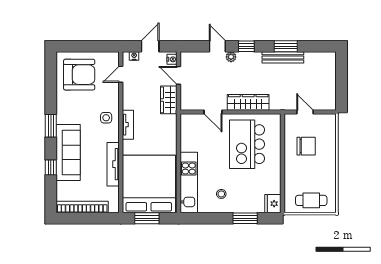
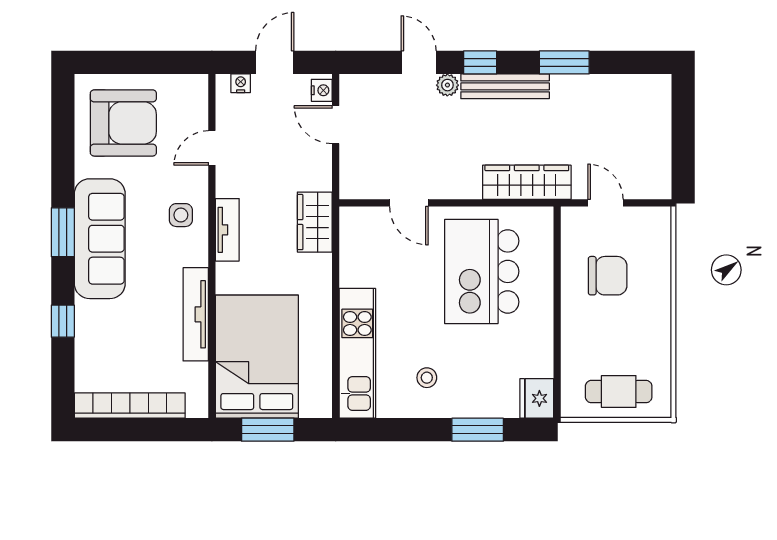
bench: (283, 57) -> (505, 86), moved
door: (121, 74) -> (212, 148), moved
wardrobe: (169, 100) -> (315, 222), moved
wardrobe: (248, 102) -> (527, 182), moved
sofa: (68, 153) -> (100, 239), moved
bed: (149, 184) -> (257, 357), width x0.73

